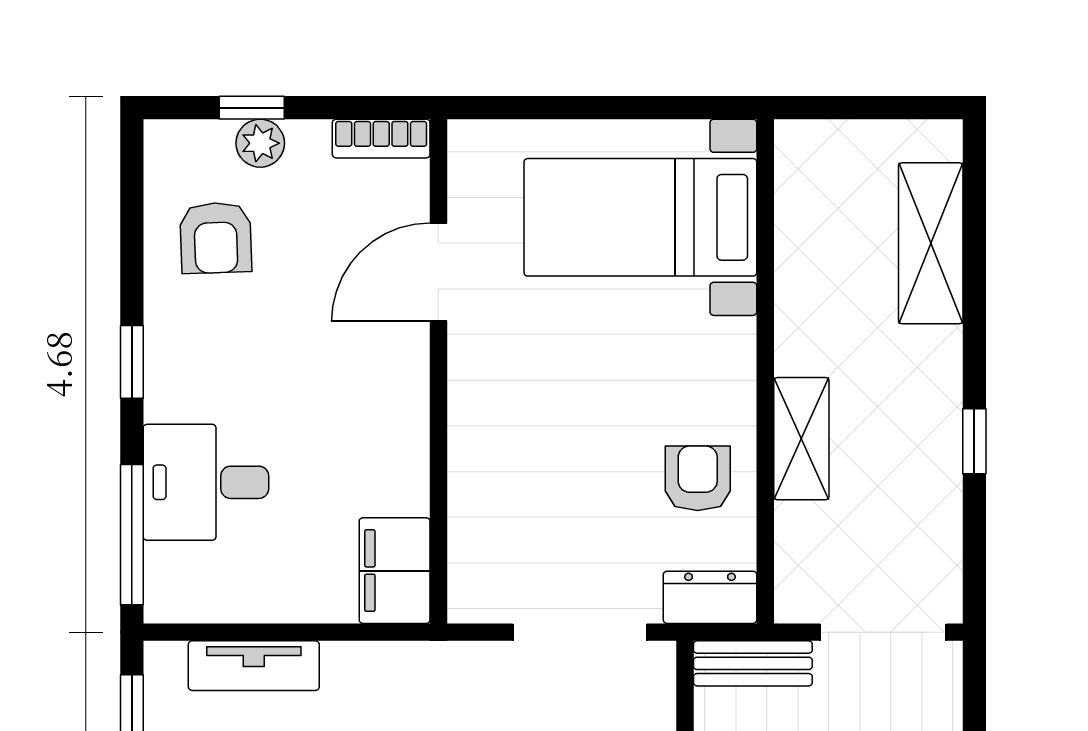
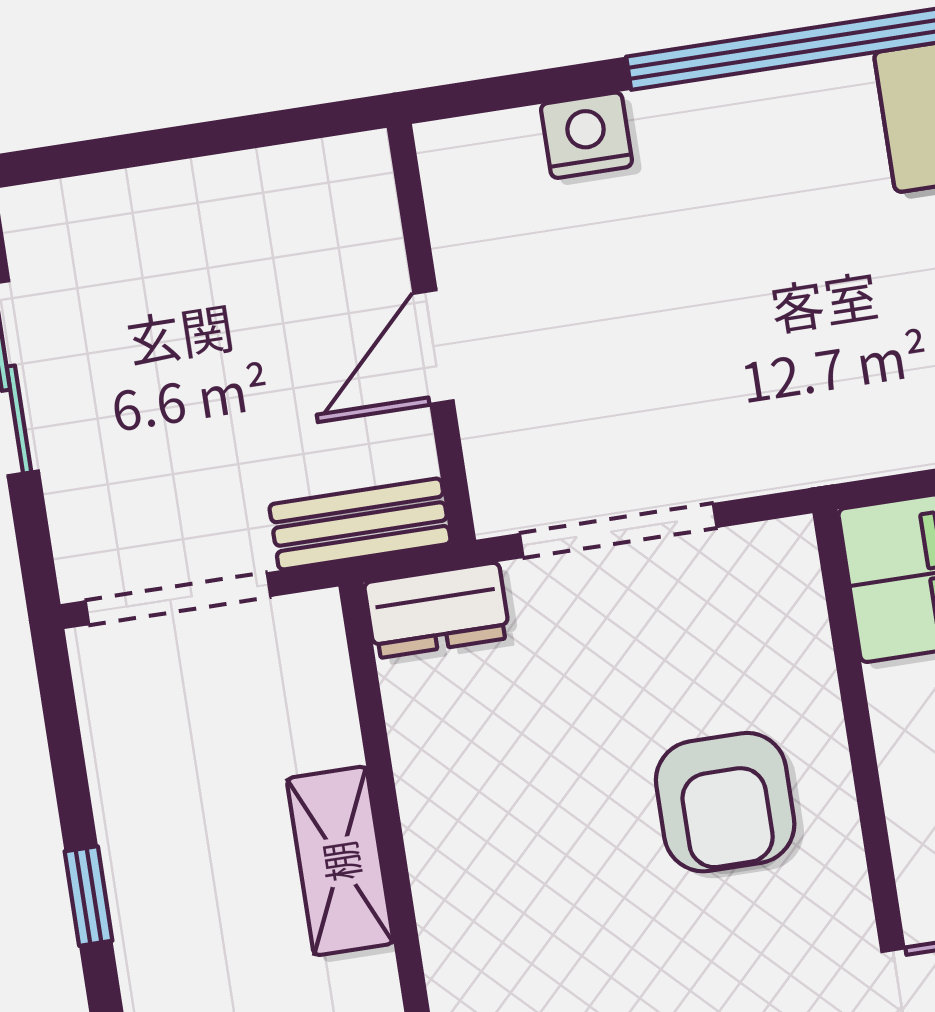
armchair: (698, 478) -> (725, 802), moved, width x1.38, depth x1.38

